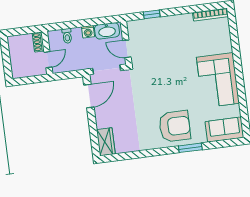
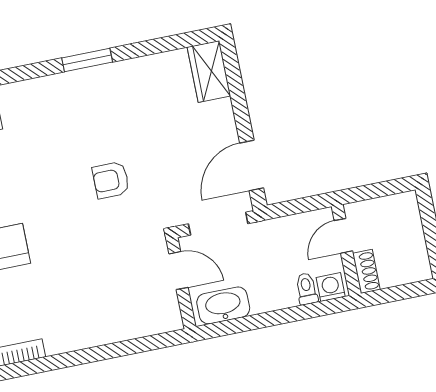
window: (152, 14) -> (132, 347), removed
washing machine: (88, 32) -> (331, 287), moved
armchair: (175, 126) -> (111, 180), moved, width x0.53, depth x0.53
window: (190, 148) -> (87, 60), moved

